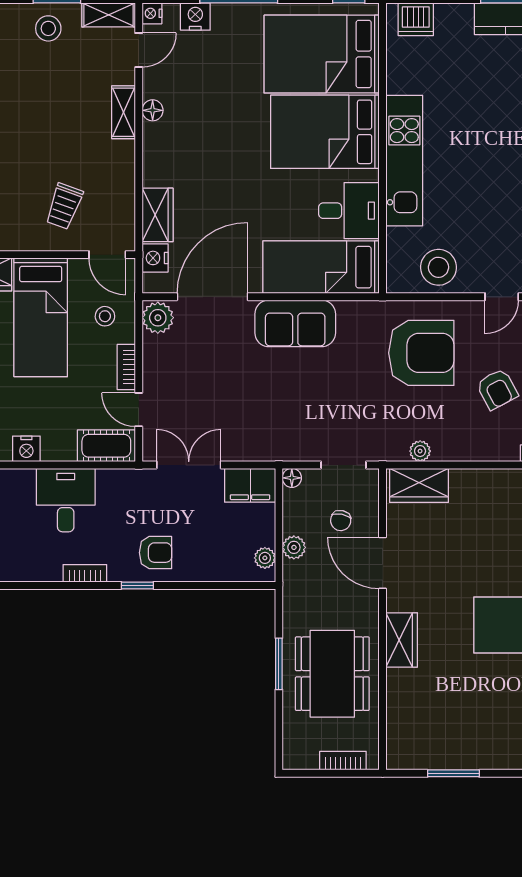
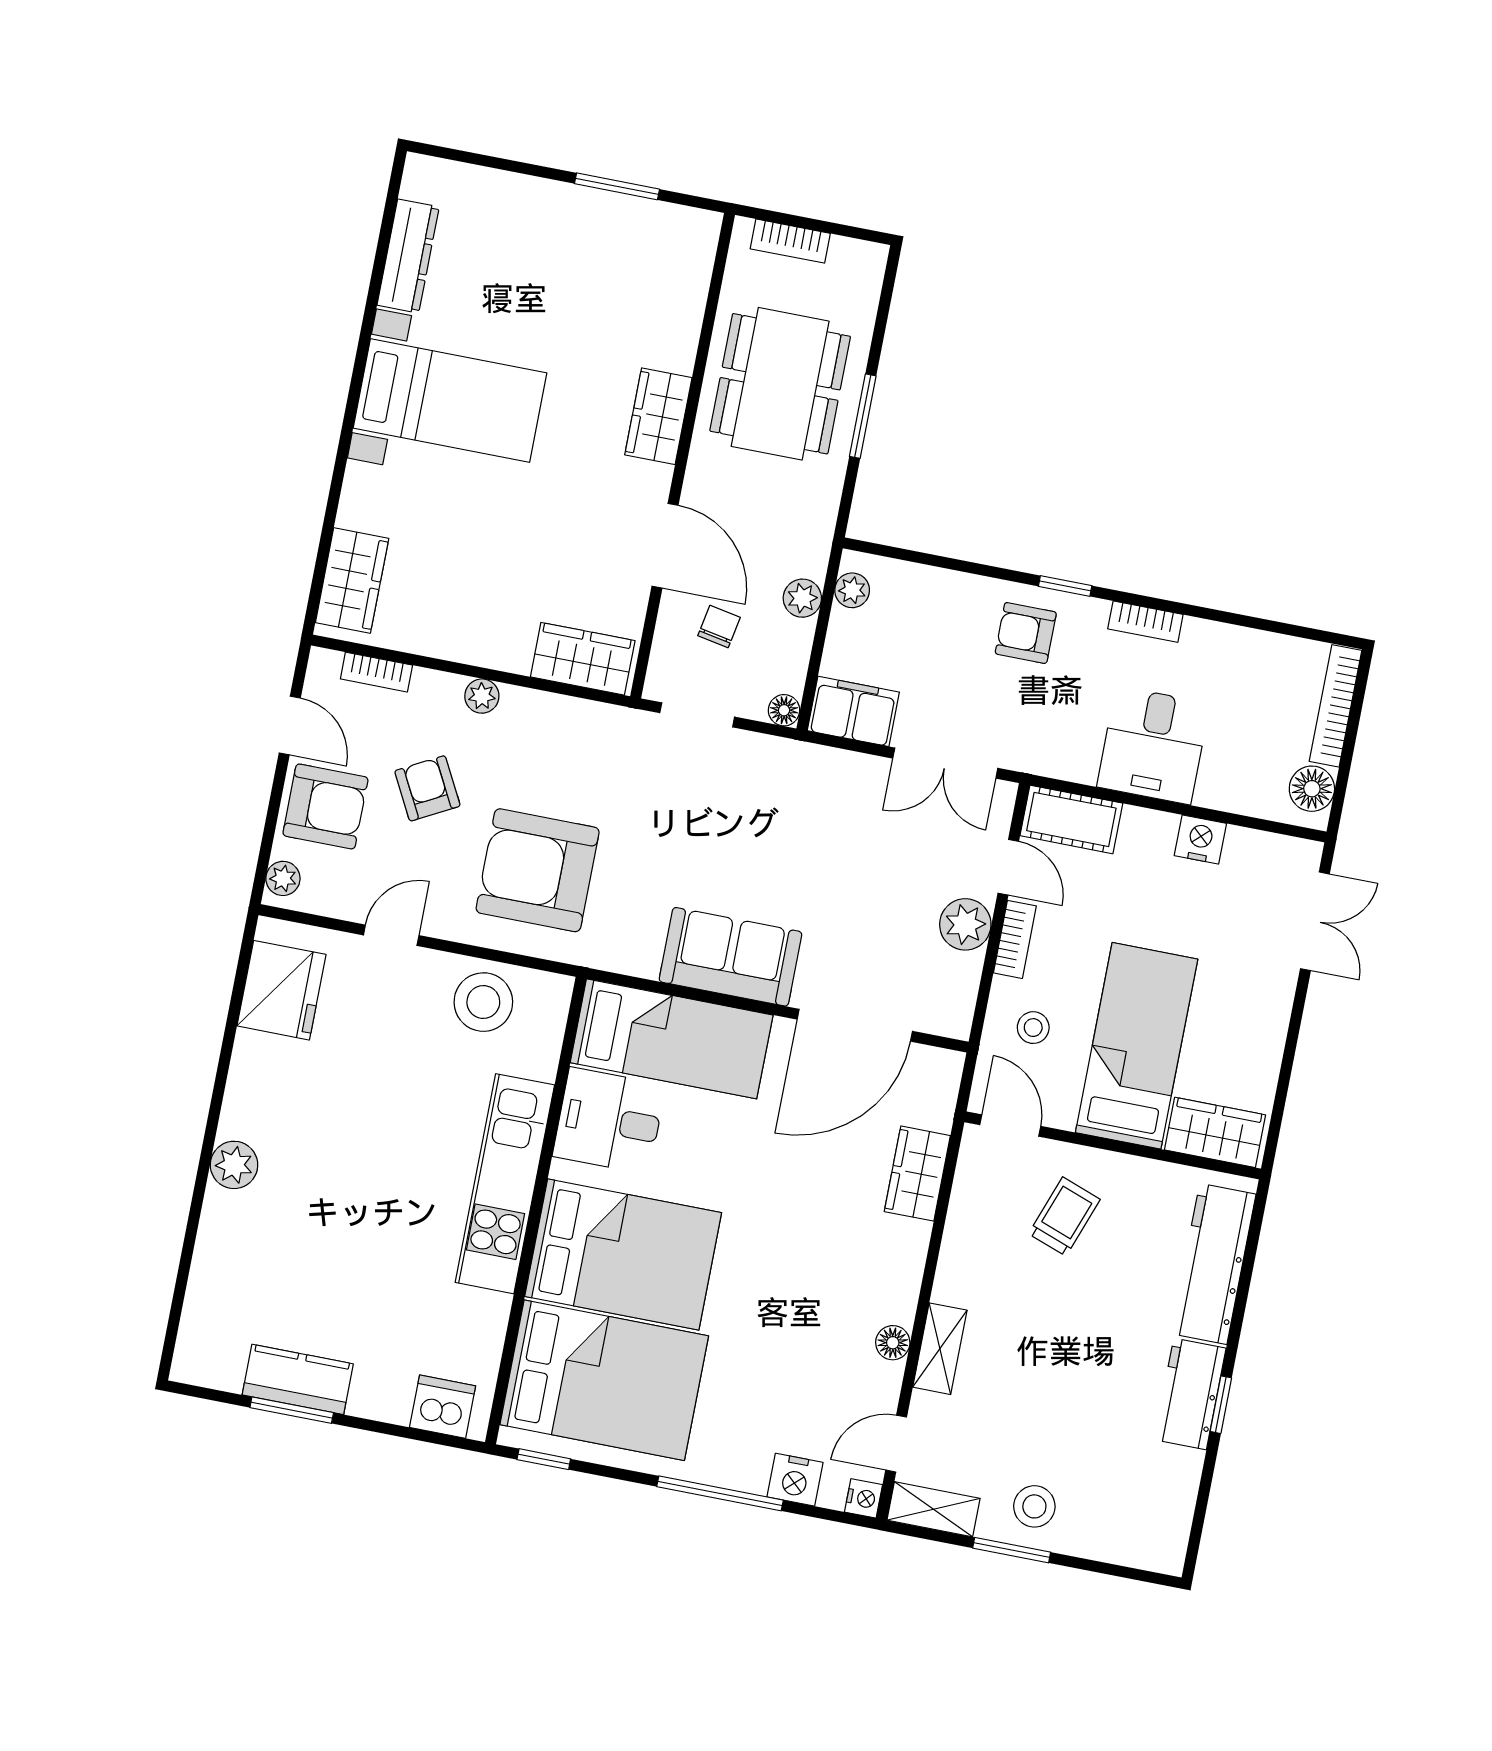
nightstand: (155, 258) -> (935, 1105), removed
plant: (158, 318) -> (965, 924), moved
plant: (420, 451) -> (482, 696), moved

